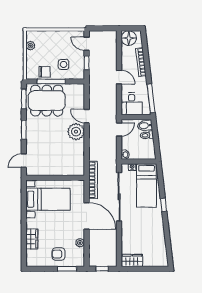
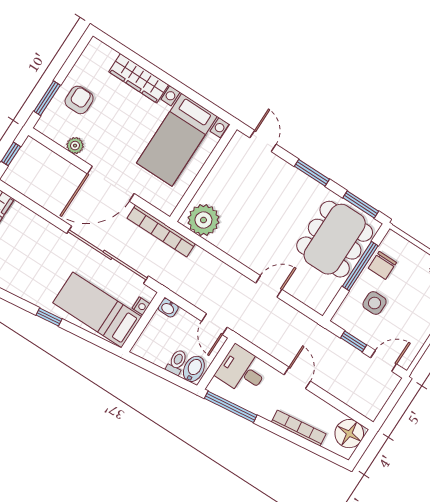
door: (119, 77) -> (297, 378), swing flipped
plant: (76, 132) -> (203, 220), moved
wardrobe: (32, 239) -> (139, 78), width x1.50

